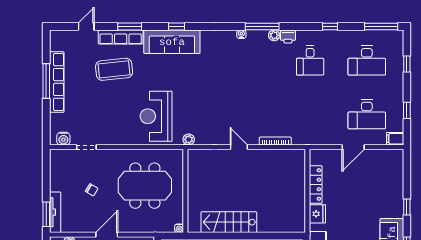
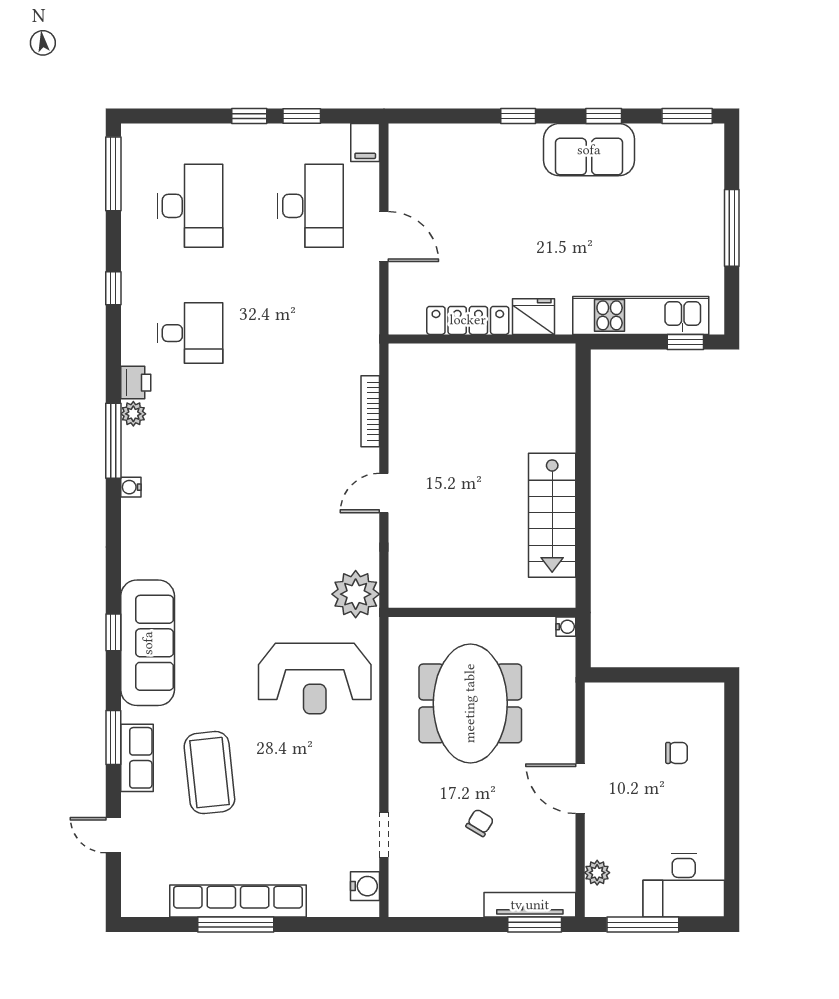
row of seats: (121, 37) -> (137, 758), width x0.68
window: (407, 64) -> (249, 116), moved
plant: (189, 139) -> (356, 594), width x1.88, depth x1.88

